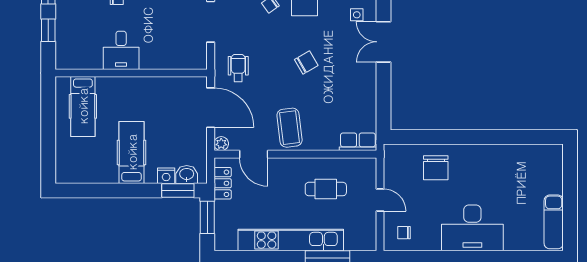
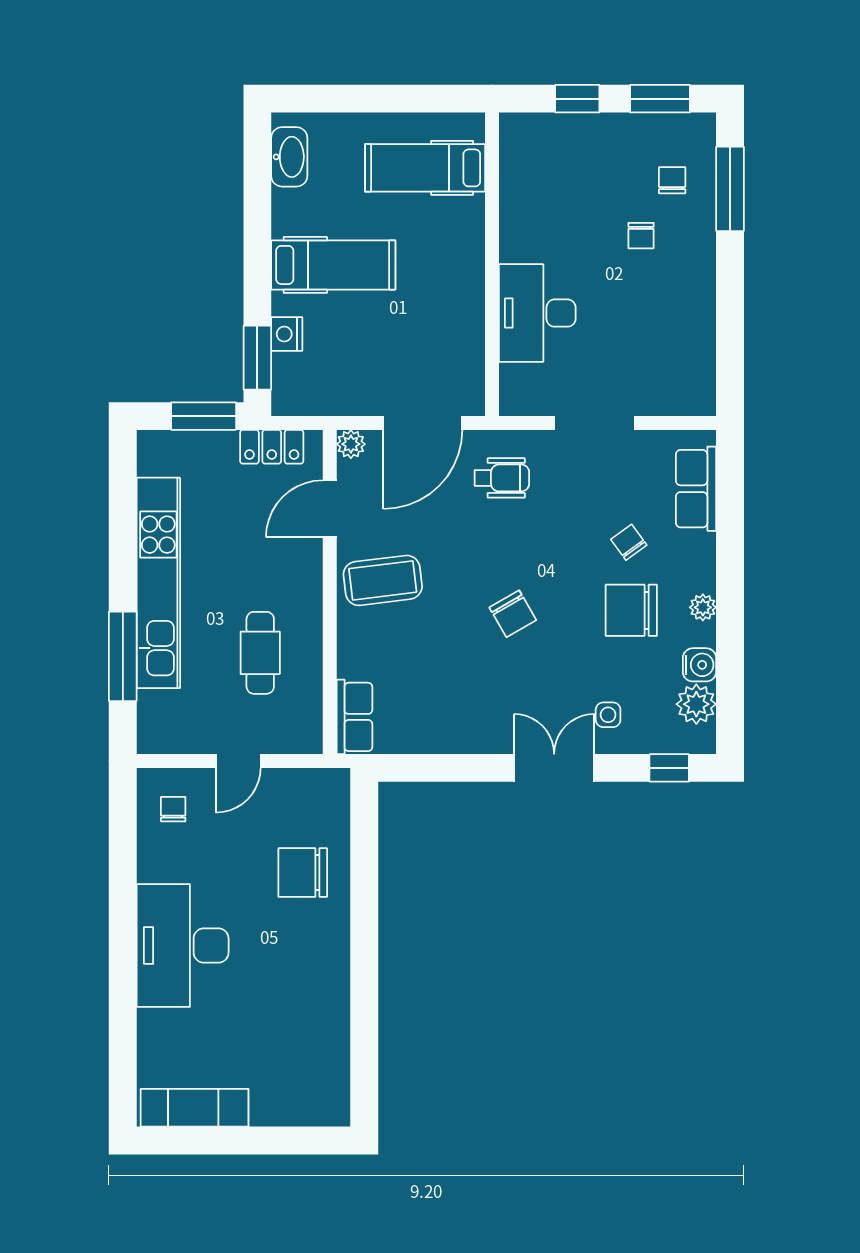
desk: (121, 50) -> (537, 313), moved, width x1.37
washbasin: (187, 174) -> (289, 157), moved, width x1.38

